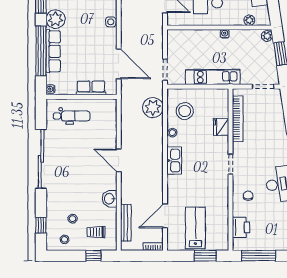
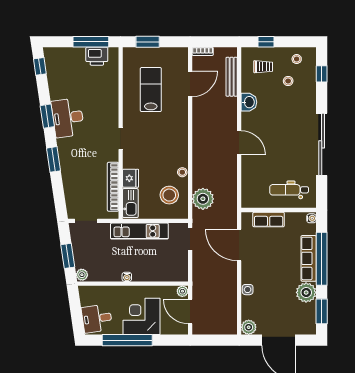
plant: (249, 20) -> (182, 291), moved
kitchen sink: (174, 161) -> (130, 203), moved, turned 180
chair: (248, 196) -> (102, 105), removed
printer: (241, 227) -> (97, 56), moved, turned -90
lab bench: (195, 228) -> (151, 90), moved, turned 180

